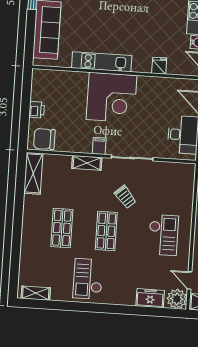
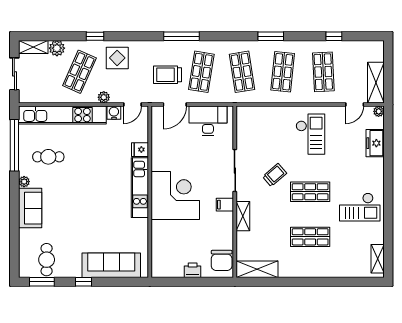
kitchen unit: (102, 62) -> (140, 188), moved
checkout: (163, 235) -> (310, 134), turned 90
plant: (177, 299) -> (379, 111), width x0.53, depth x0.53

